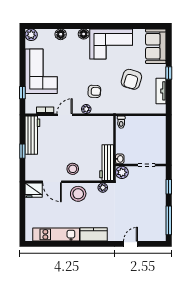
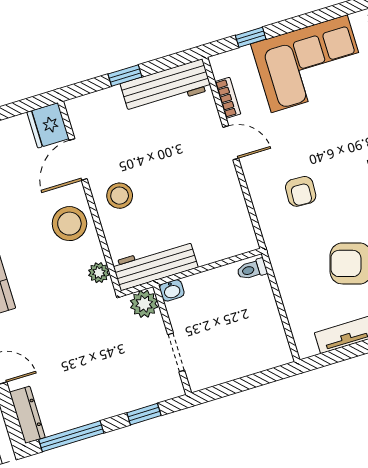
plant: (86, 109) -> (257, 185), removed
dresser: (154, 236) -> (27, 415), added

